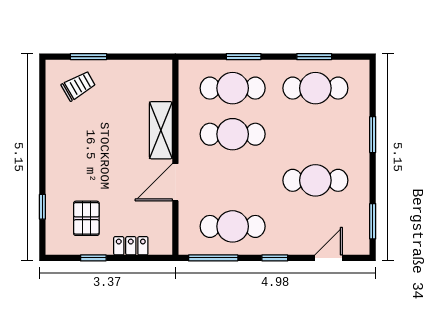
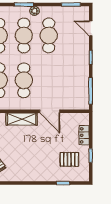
plant: (361, 154) -> (35, 11), added
cafe table: (233, 226) -> (24, 36), moved

